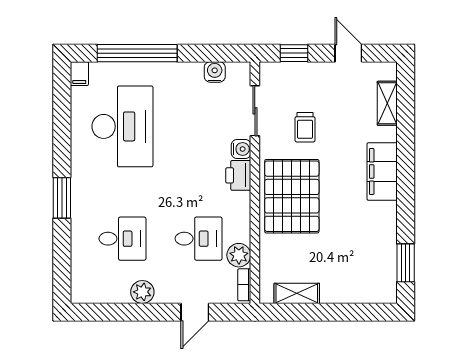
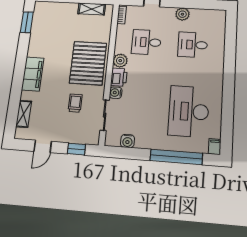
door: (348, 53) -> (43, 146), hinge flipped
window: (62, 198) -> (229, 71), removed
plant: (239, 255) -> (120, 61), moved

